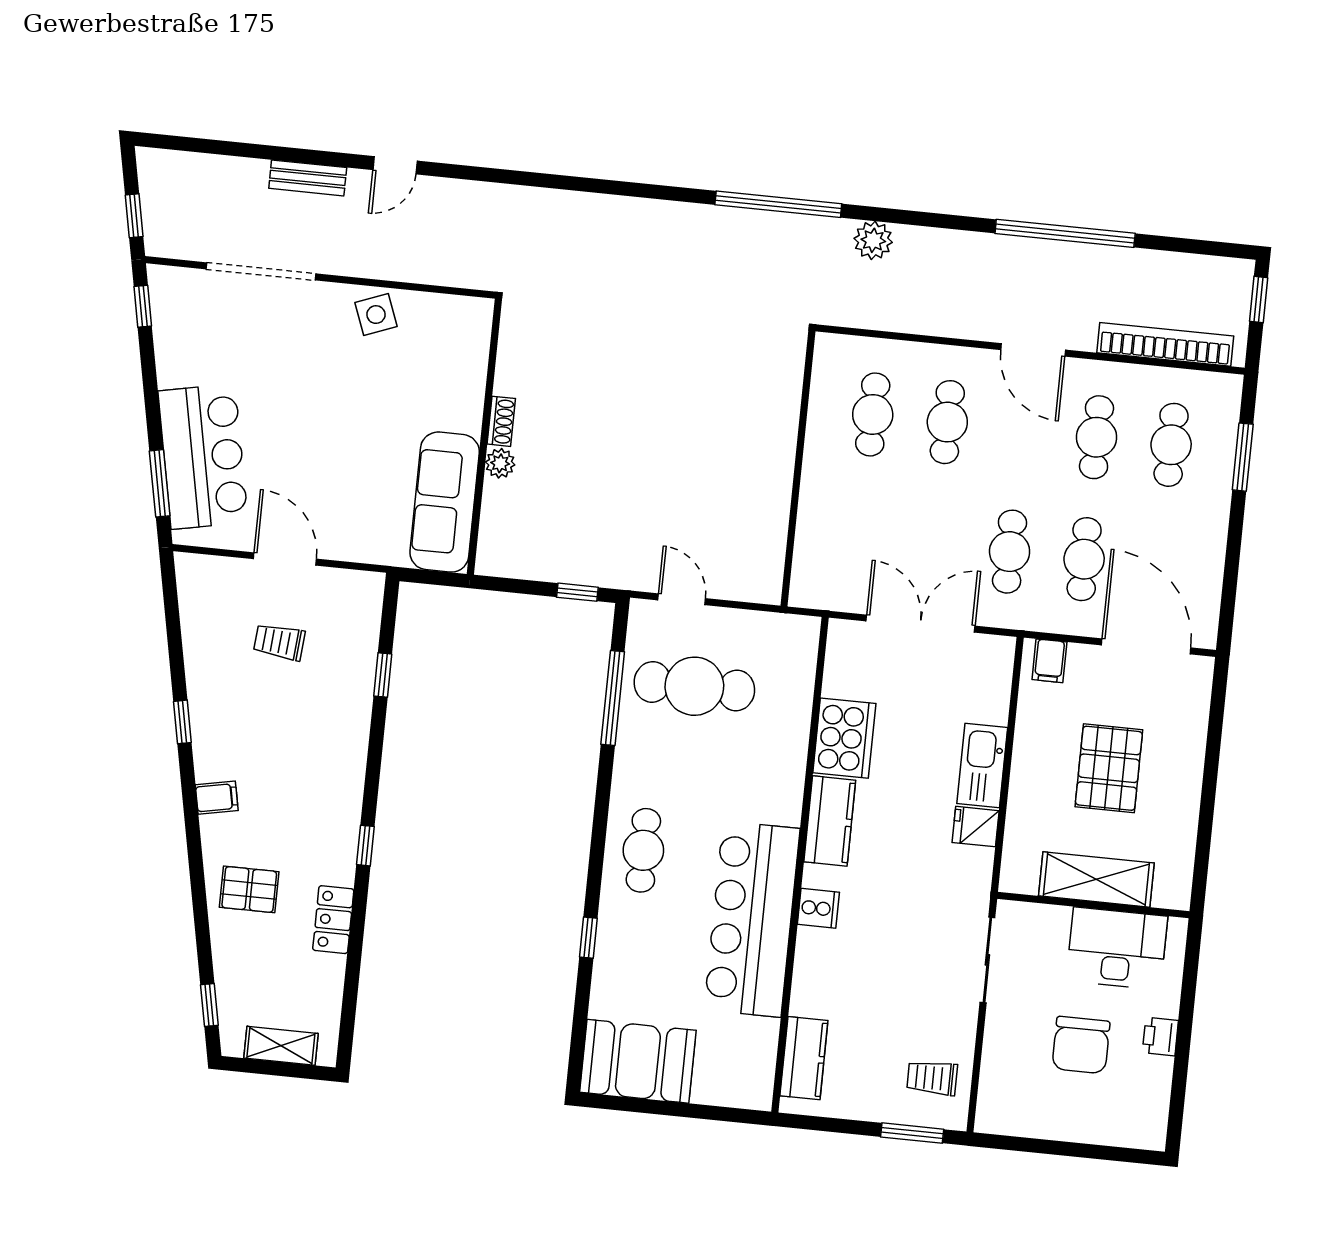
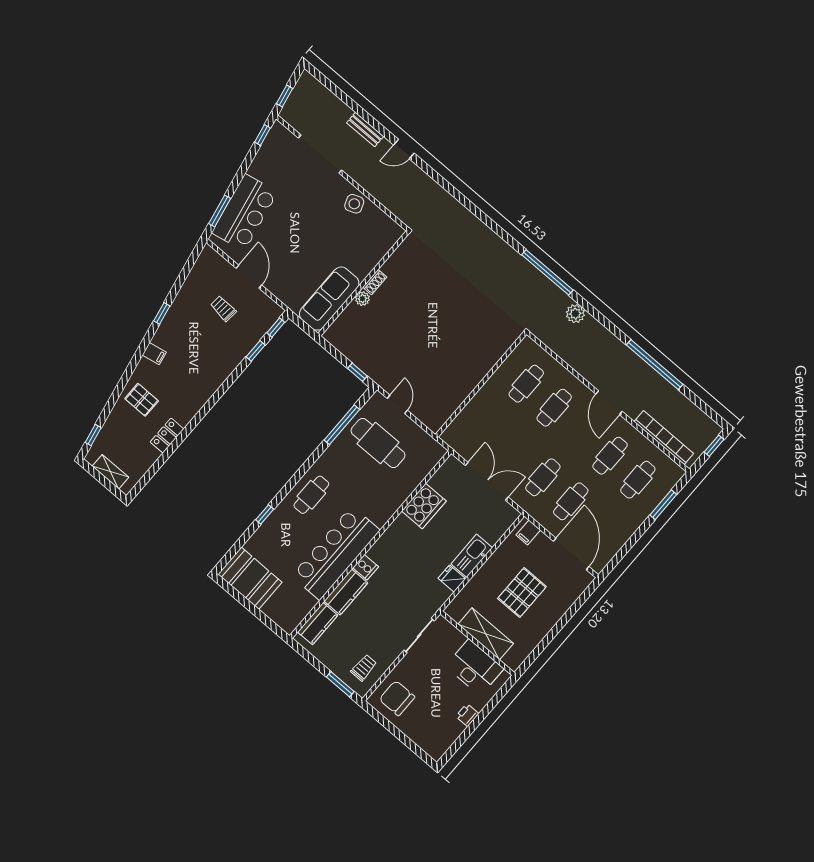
kitchen counter: (830, 821) -> (346, 592), moved
window: (365, 846) -> (276, 328), moved
chair: (1081, 1045) -> (397, 698), moved, turned 90
trolley: (932, 1078) -> (364, 668), turned 90

